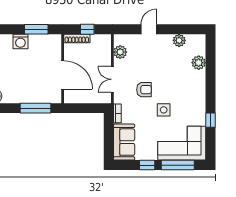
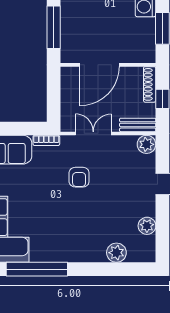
bench: (106, 47) -> (138, 125), added
plant: (120, 52) -> (146, 144), moved
side table: (164, 110) -> (51, 204), removed
window: (211, 120) -> (37, 269), width x3.17

